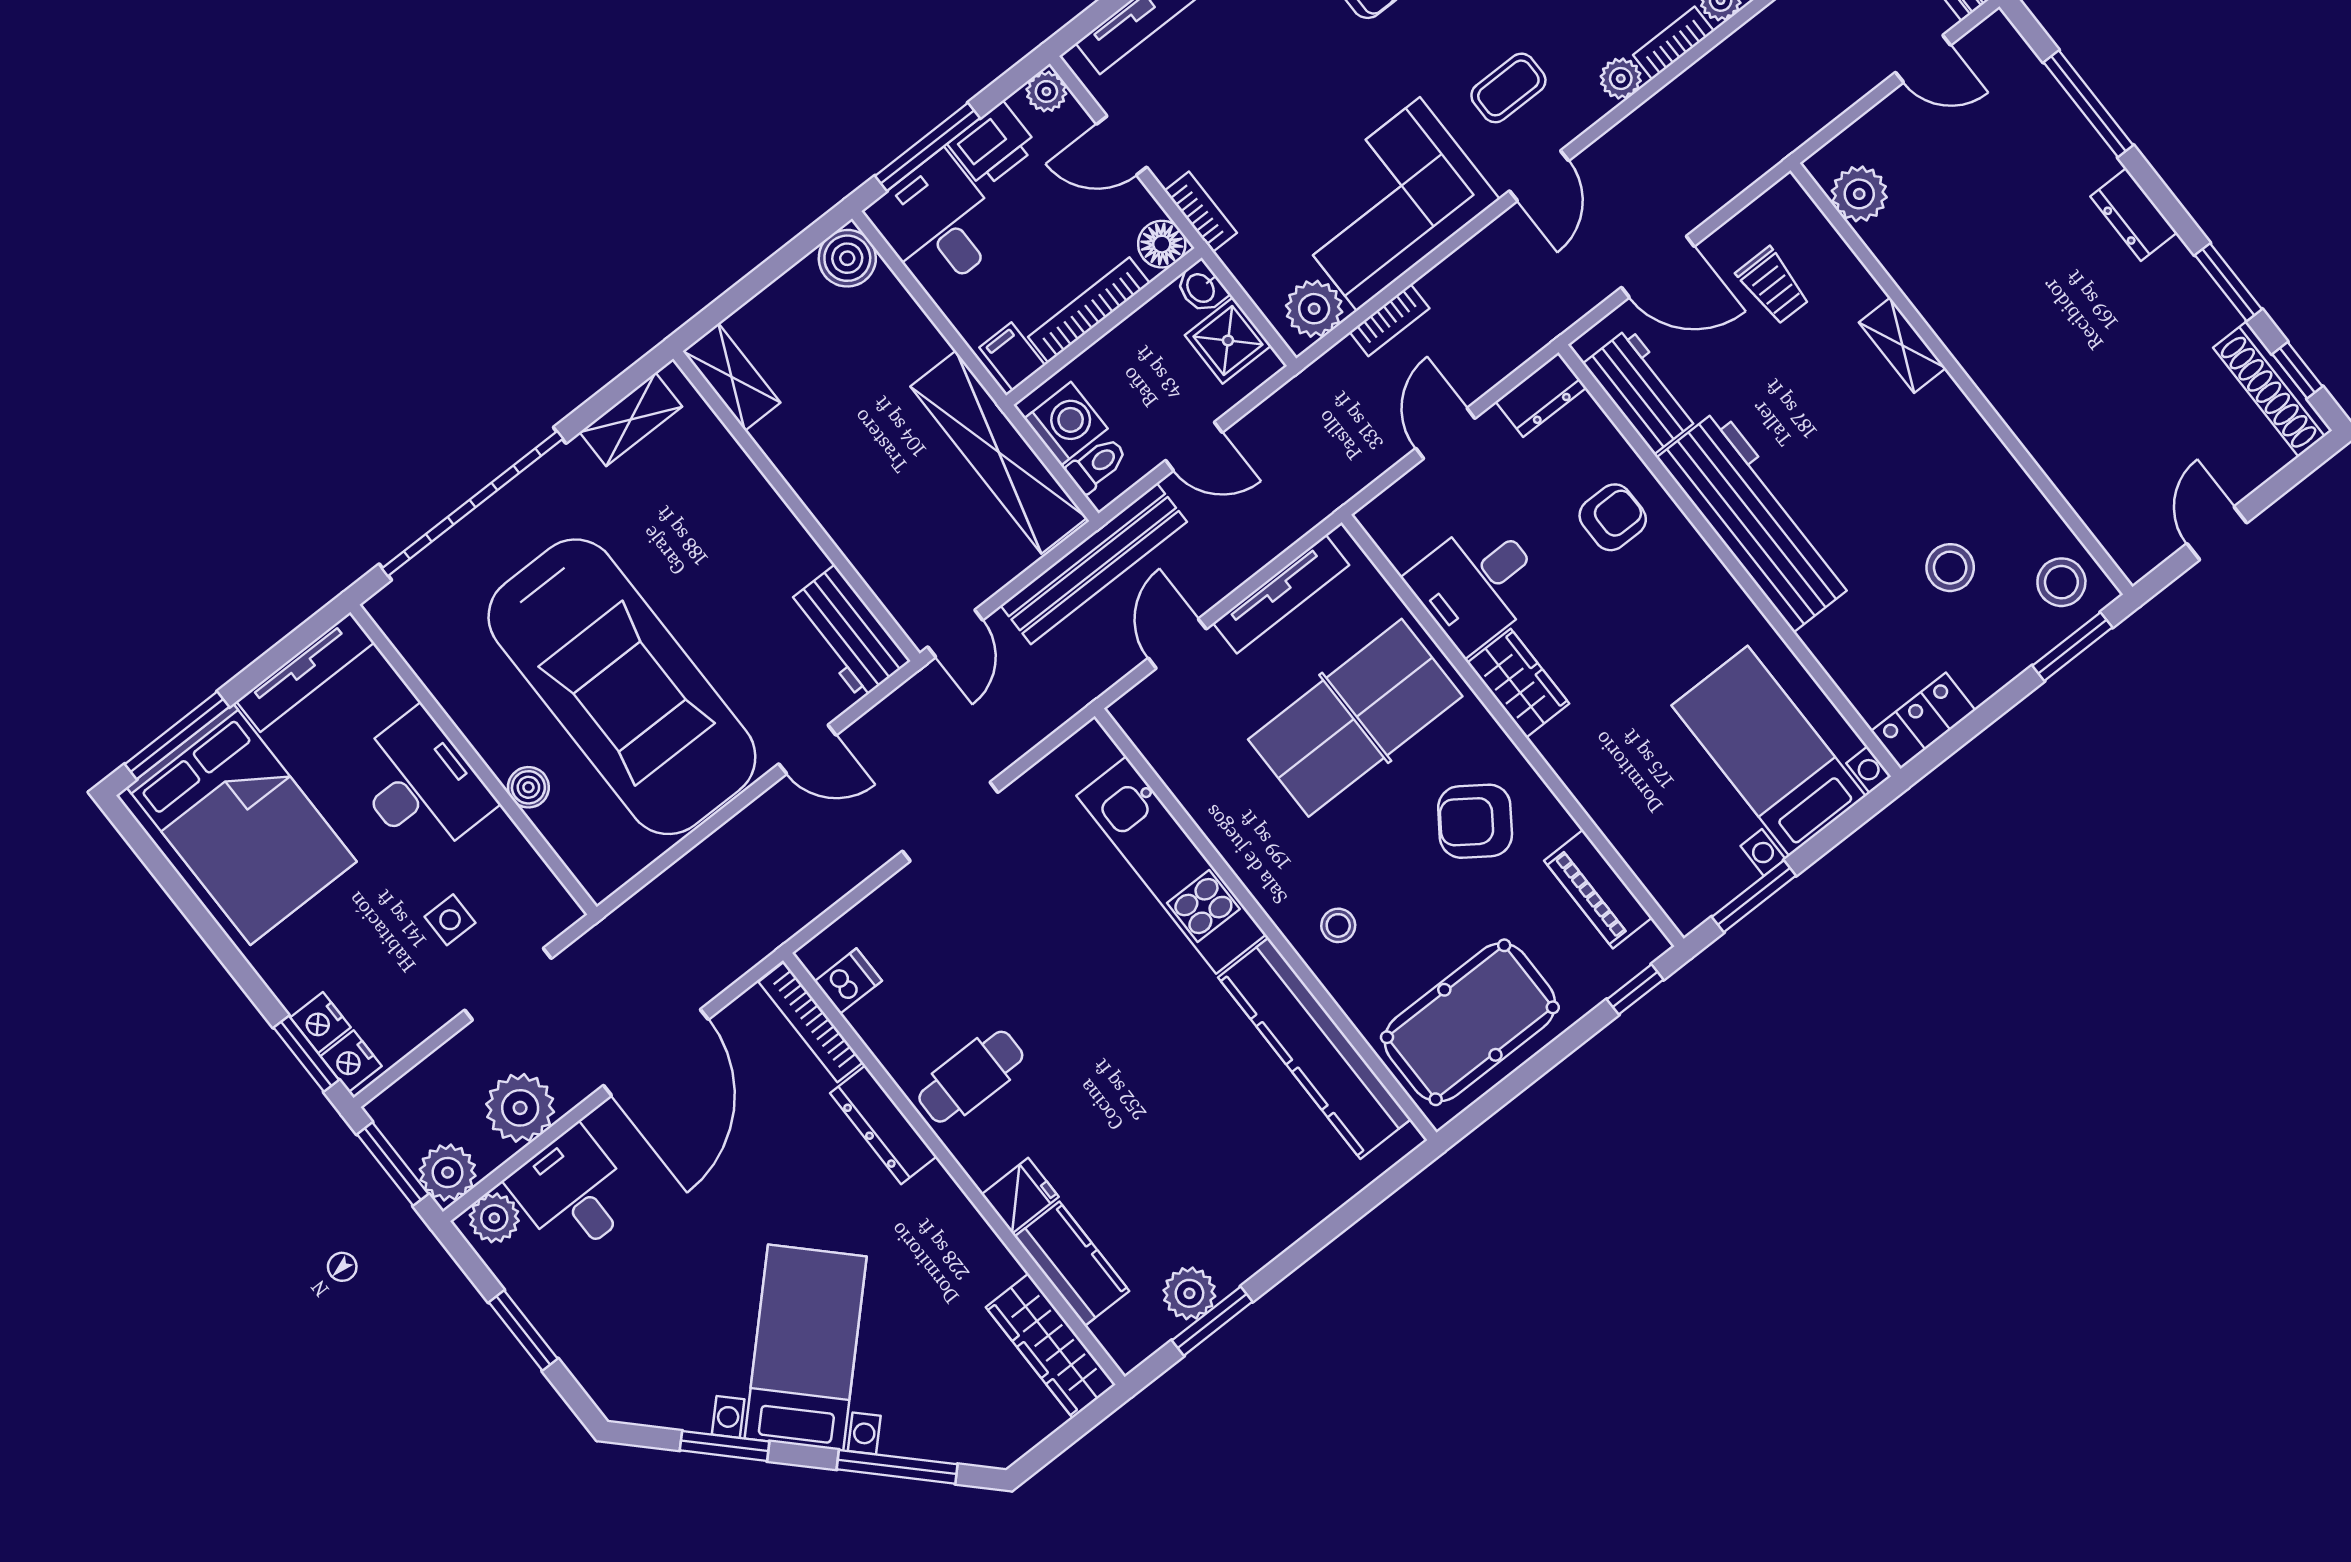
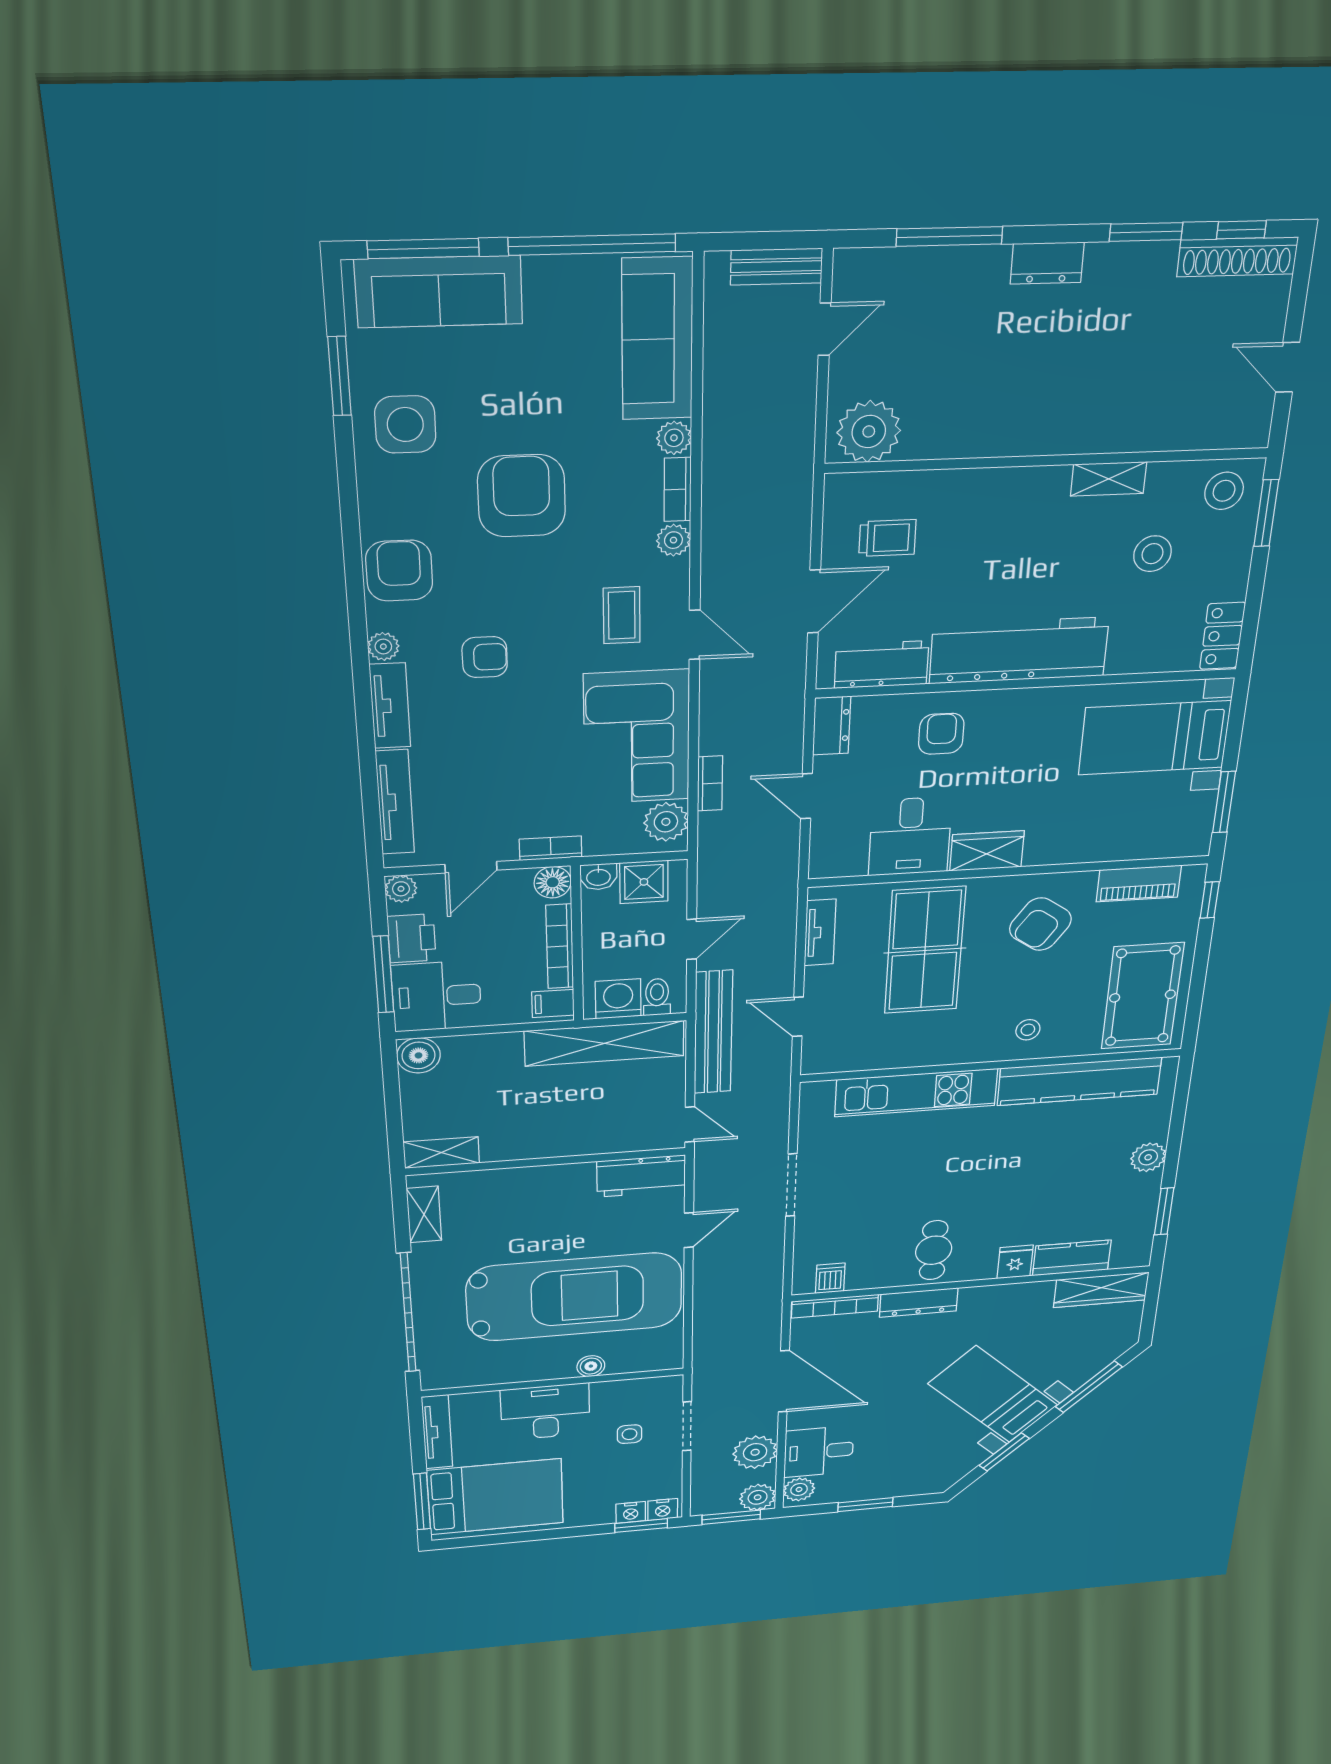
plant: (1859, 194) -> (869, 431), width x1.36, depth x1.36
shelving: (1902, 345) -> (1109, 479), moved
tv unit: (1281, 594) -> (820, 932), width x0.71
plant: (1189, 1293) -> (1148, 1157), moved

